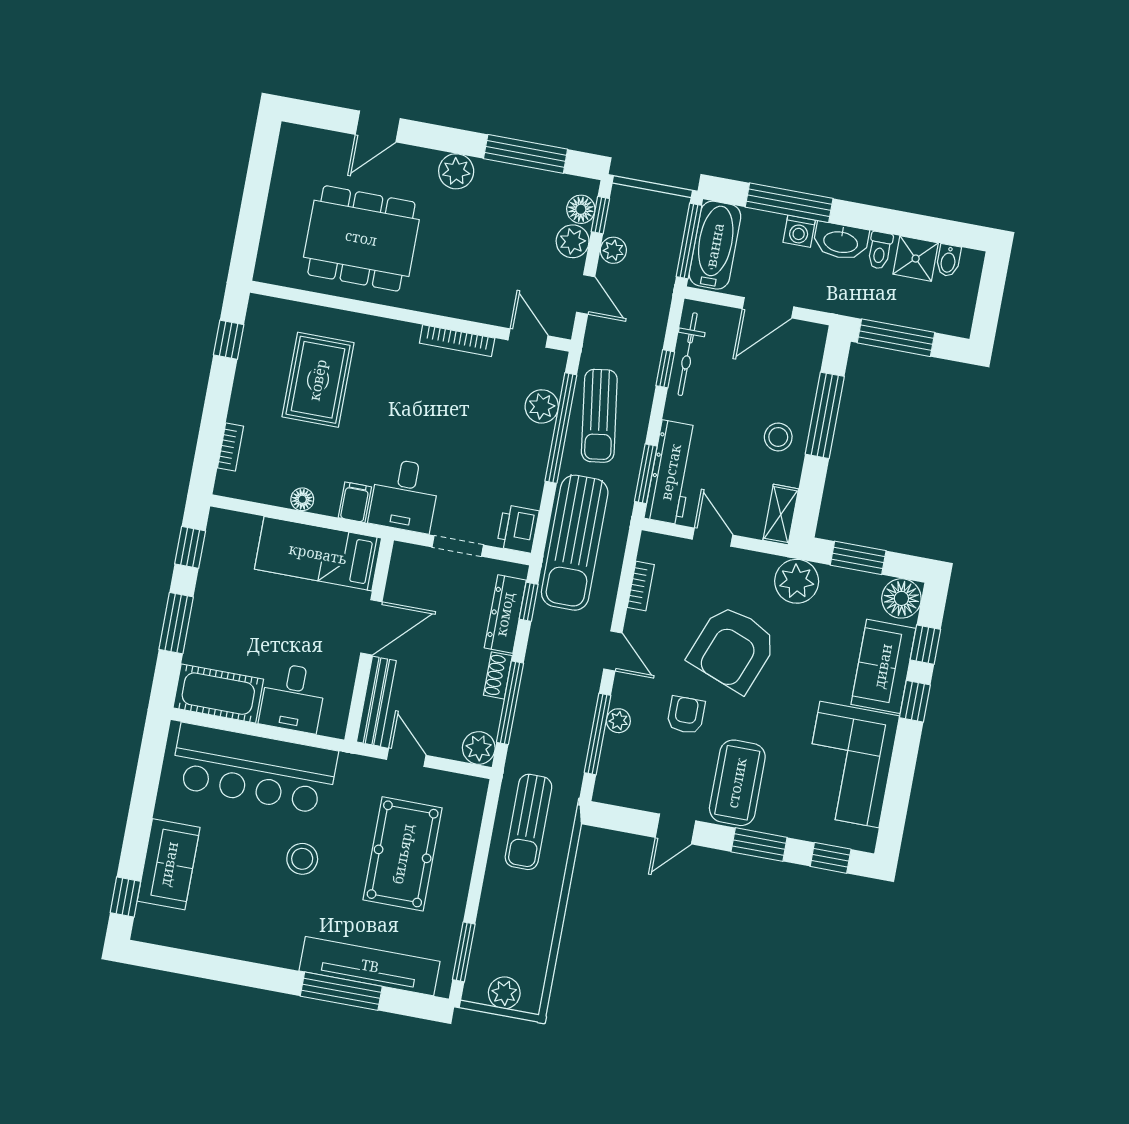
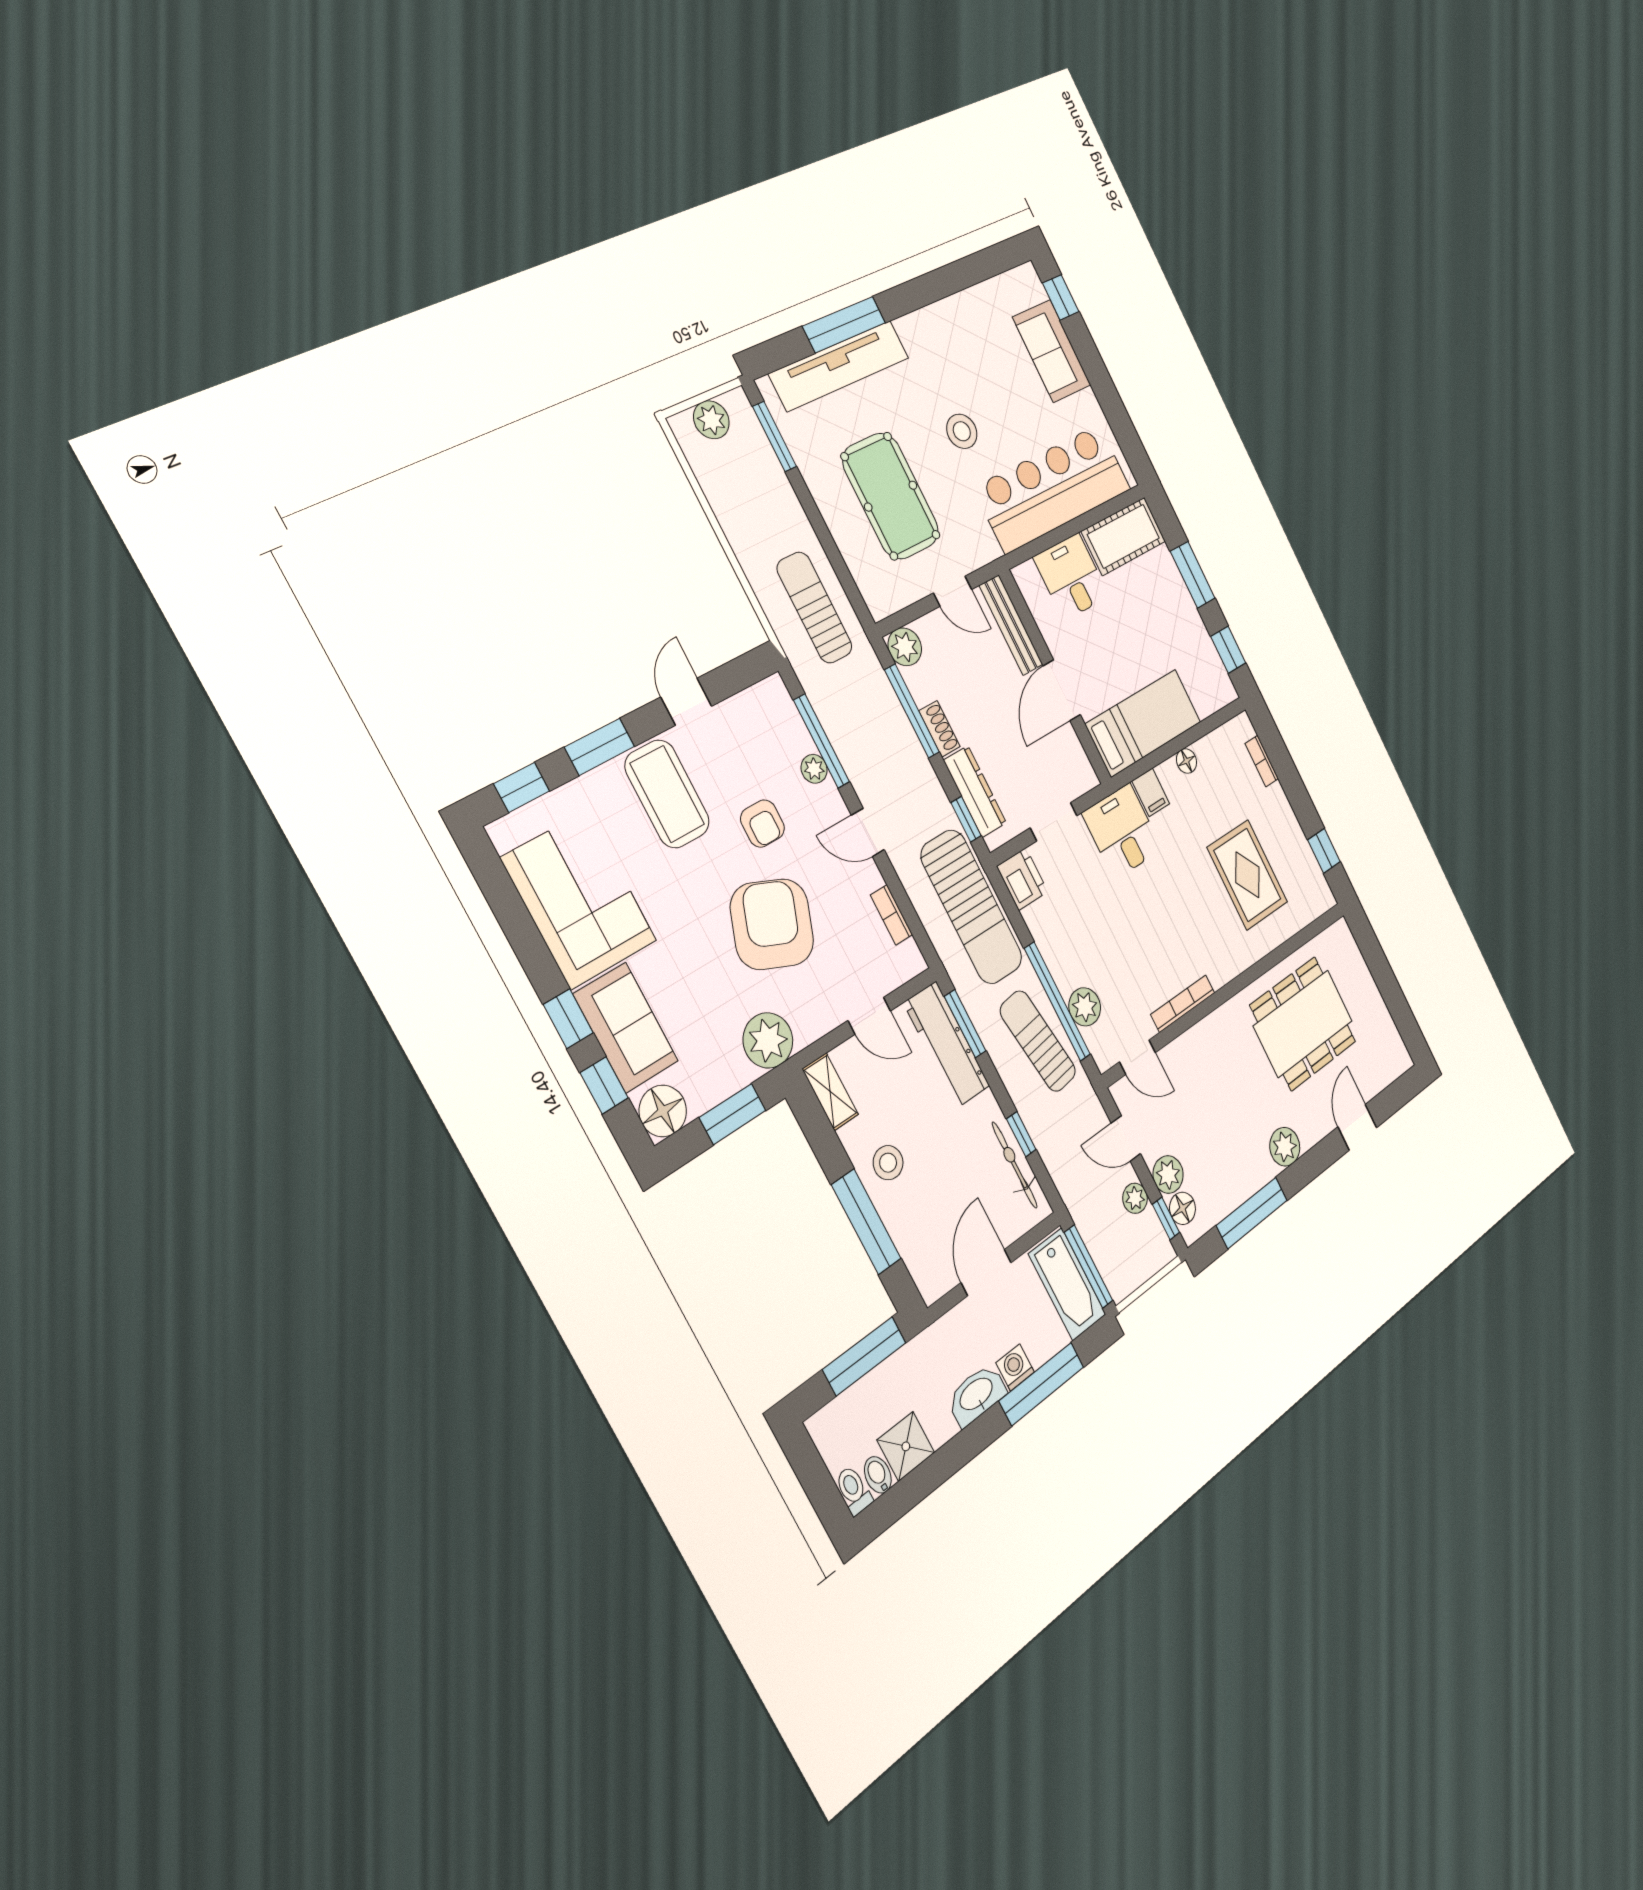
toilet: (880, 250) -> (854, 1490), moved
sun lounger: (575, 543) -> (972, 907), turned 180

